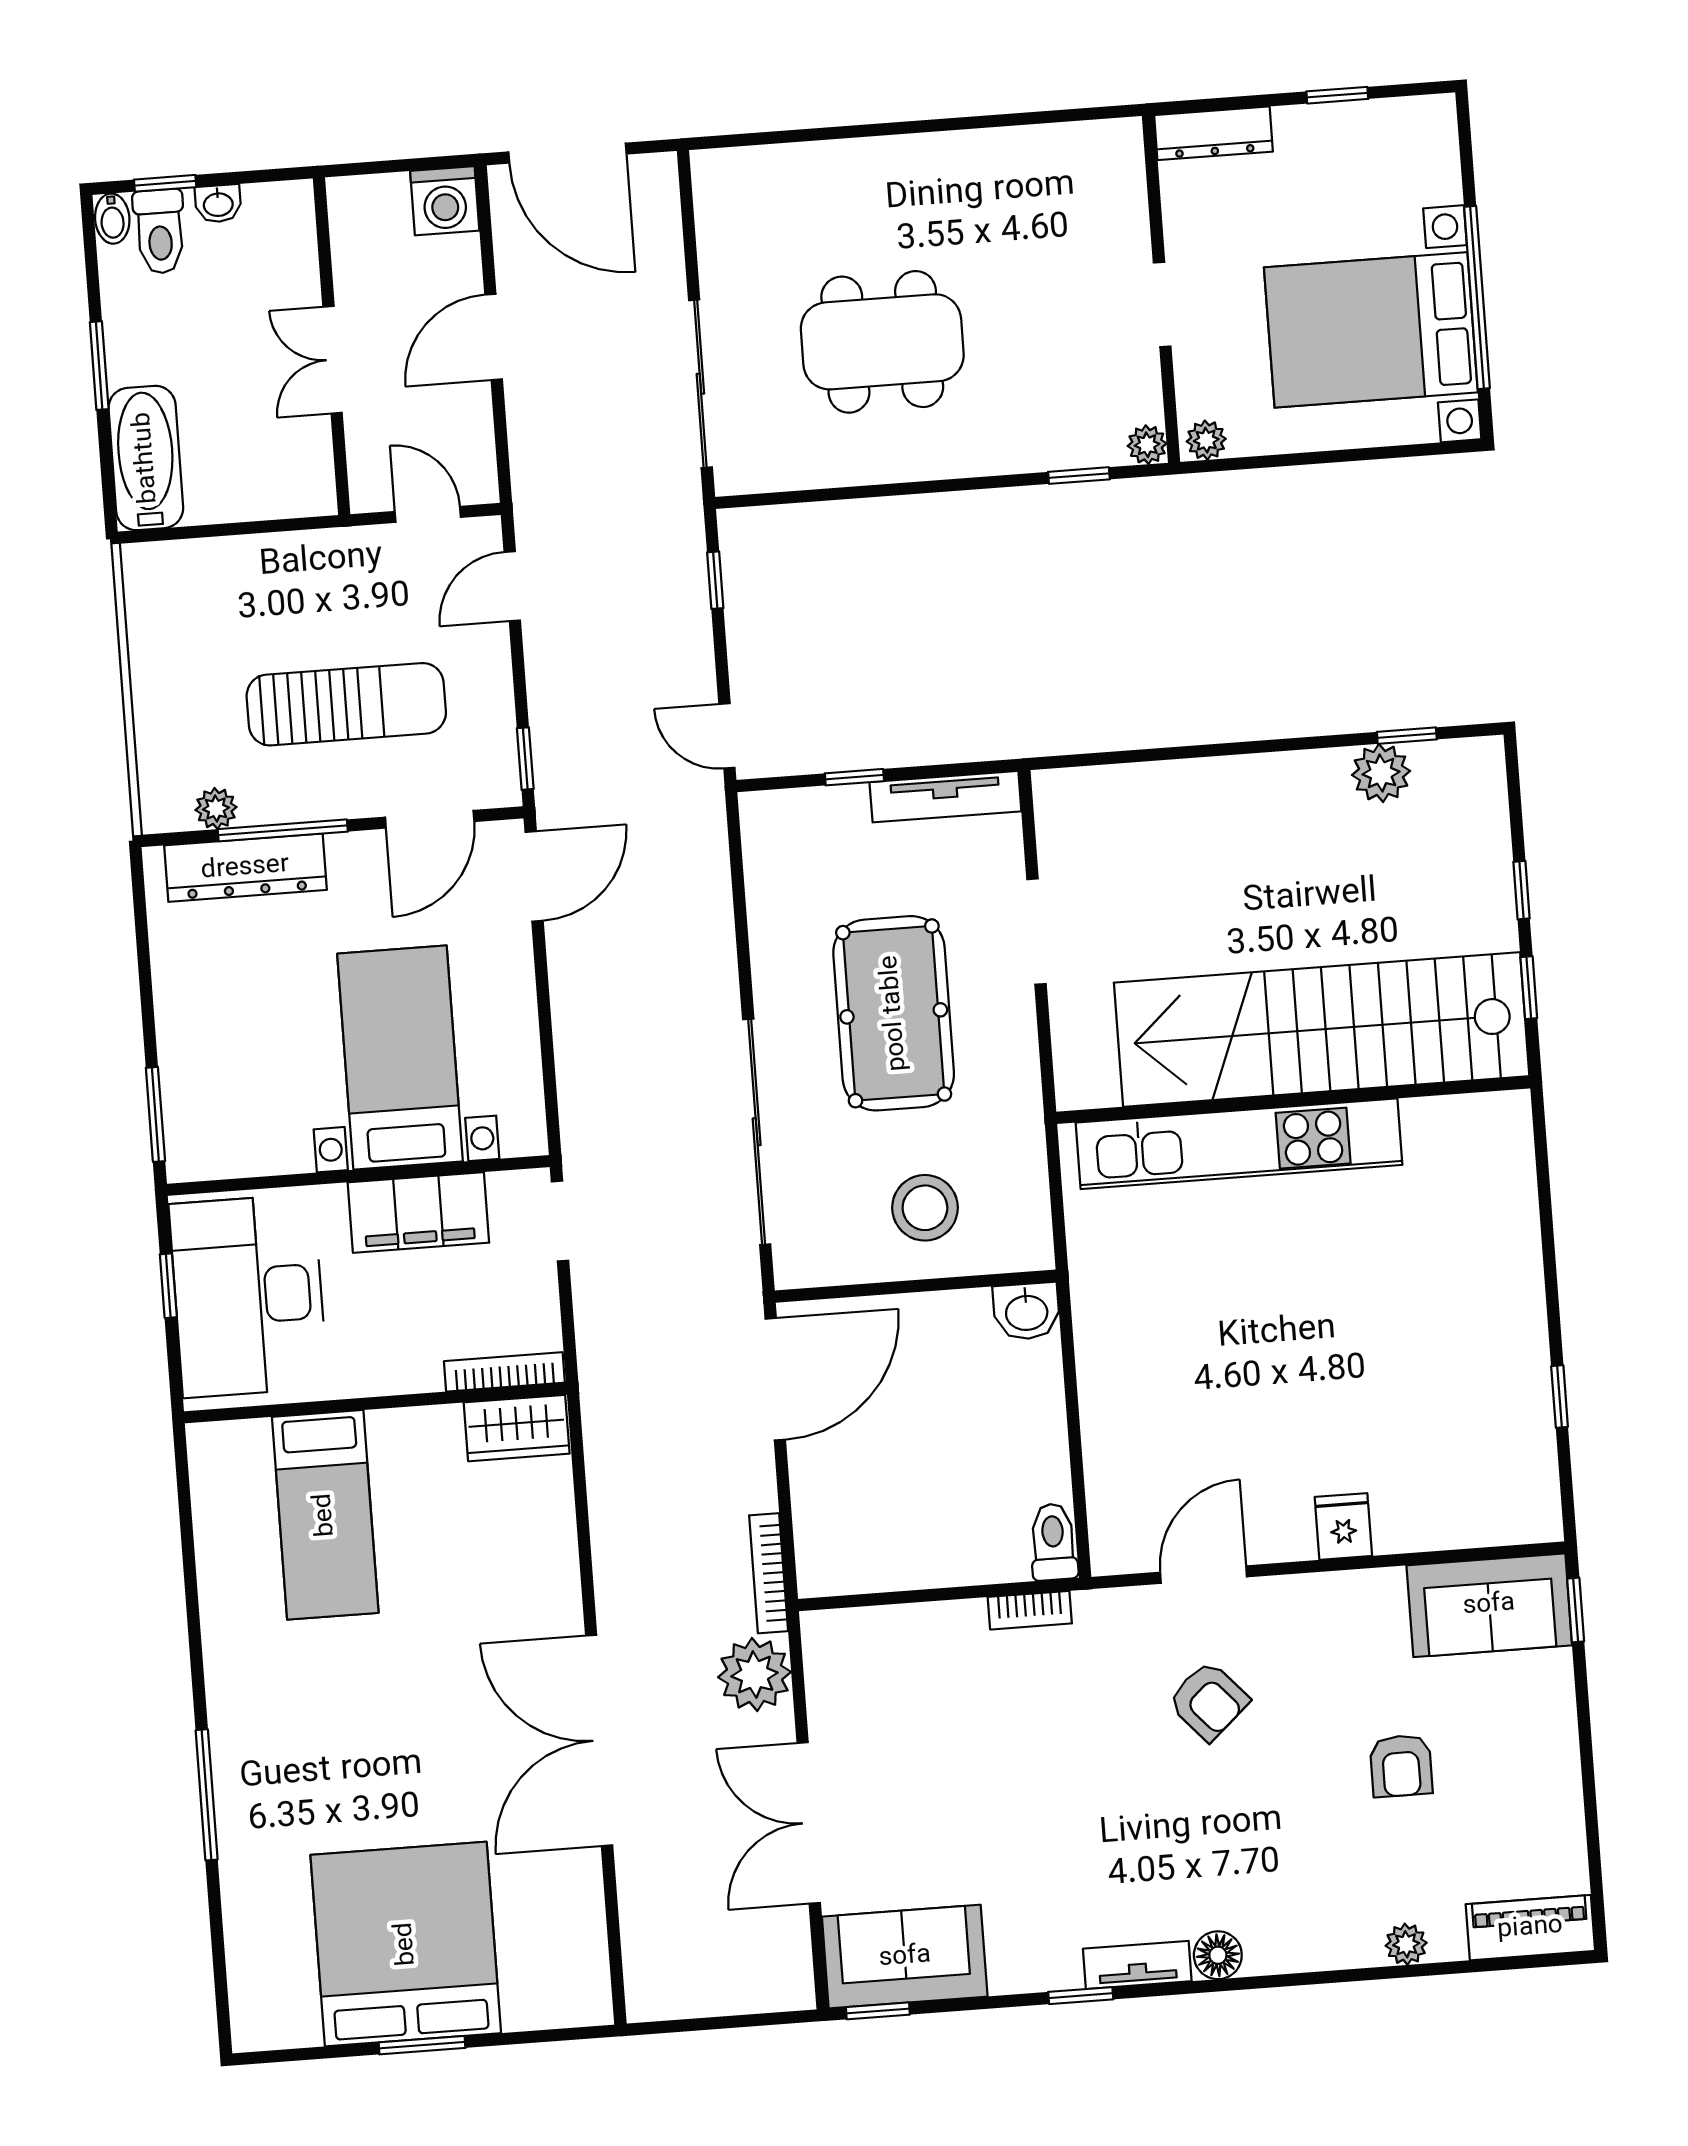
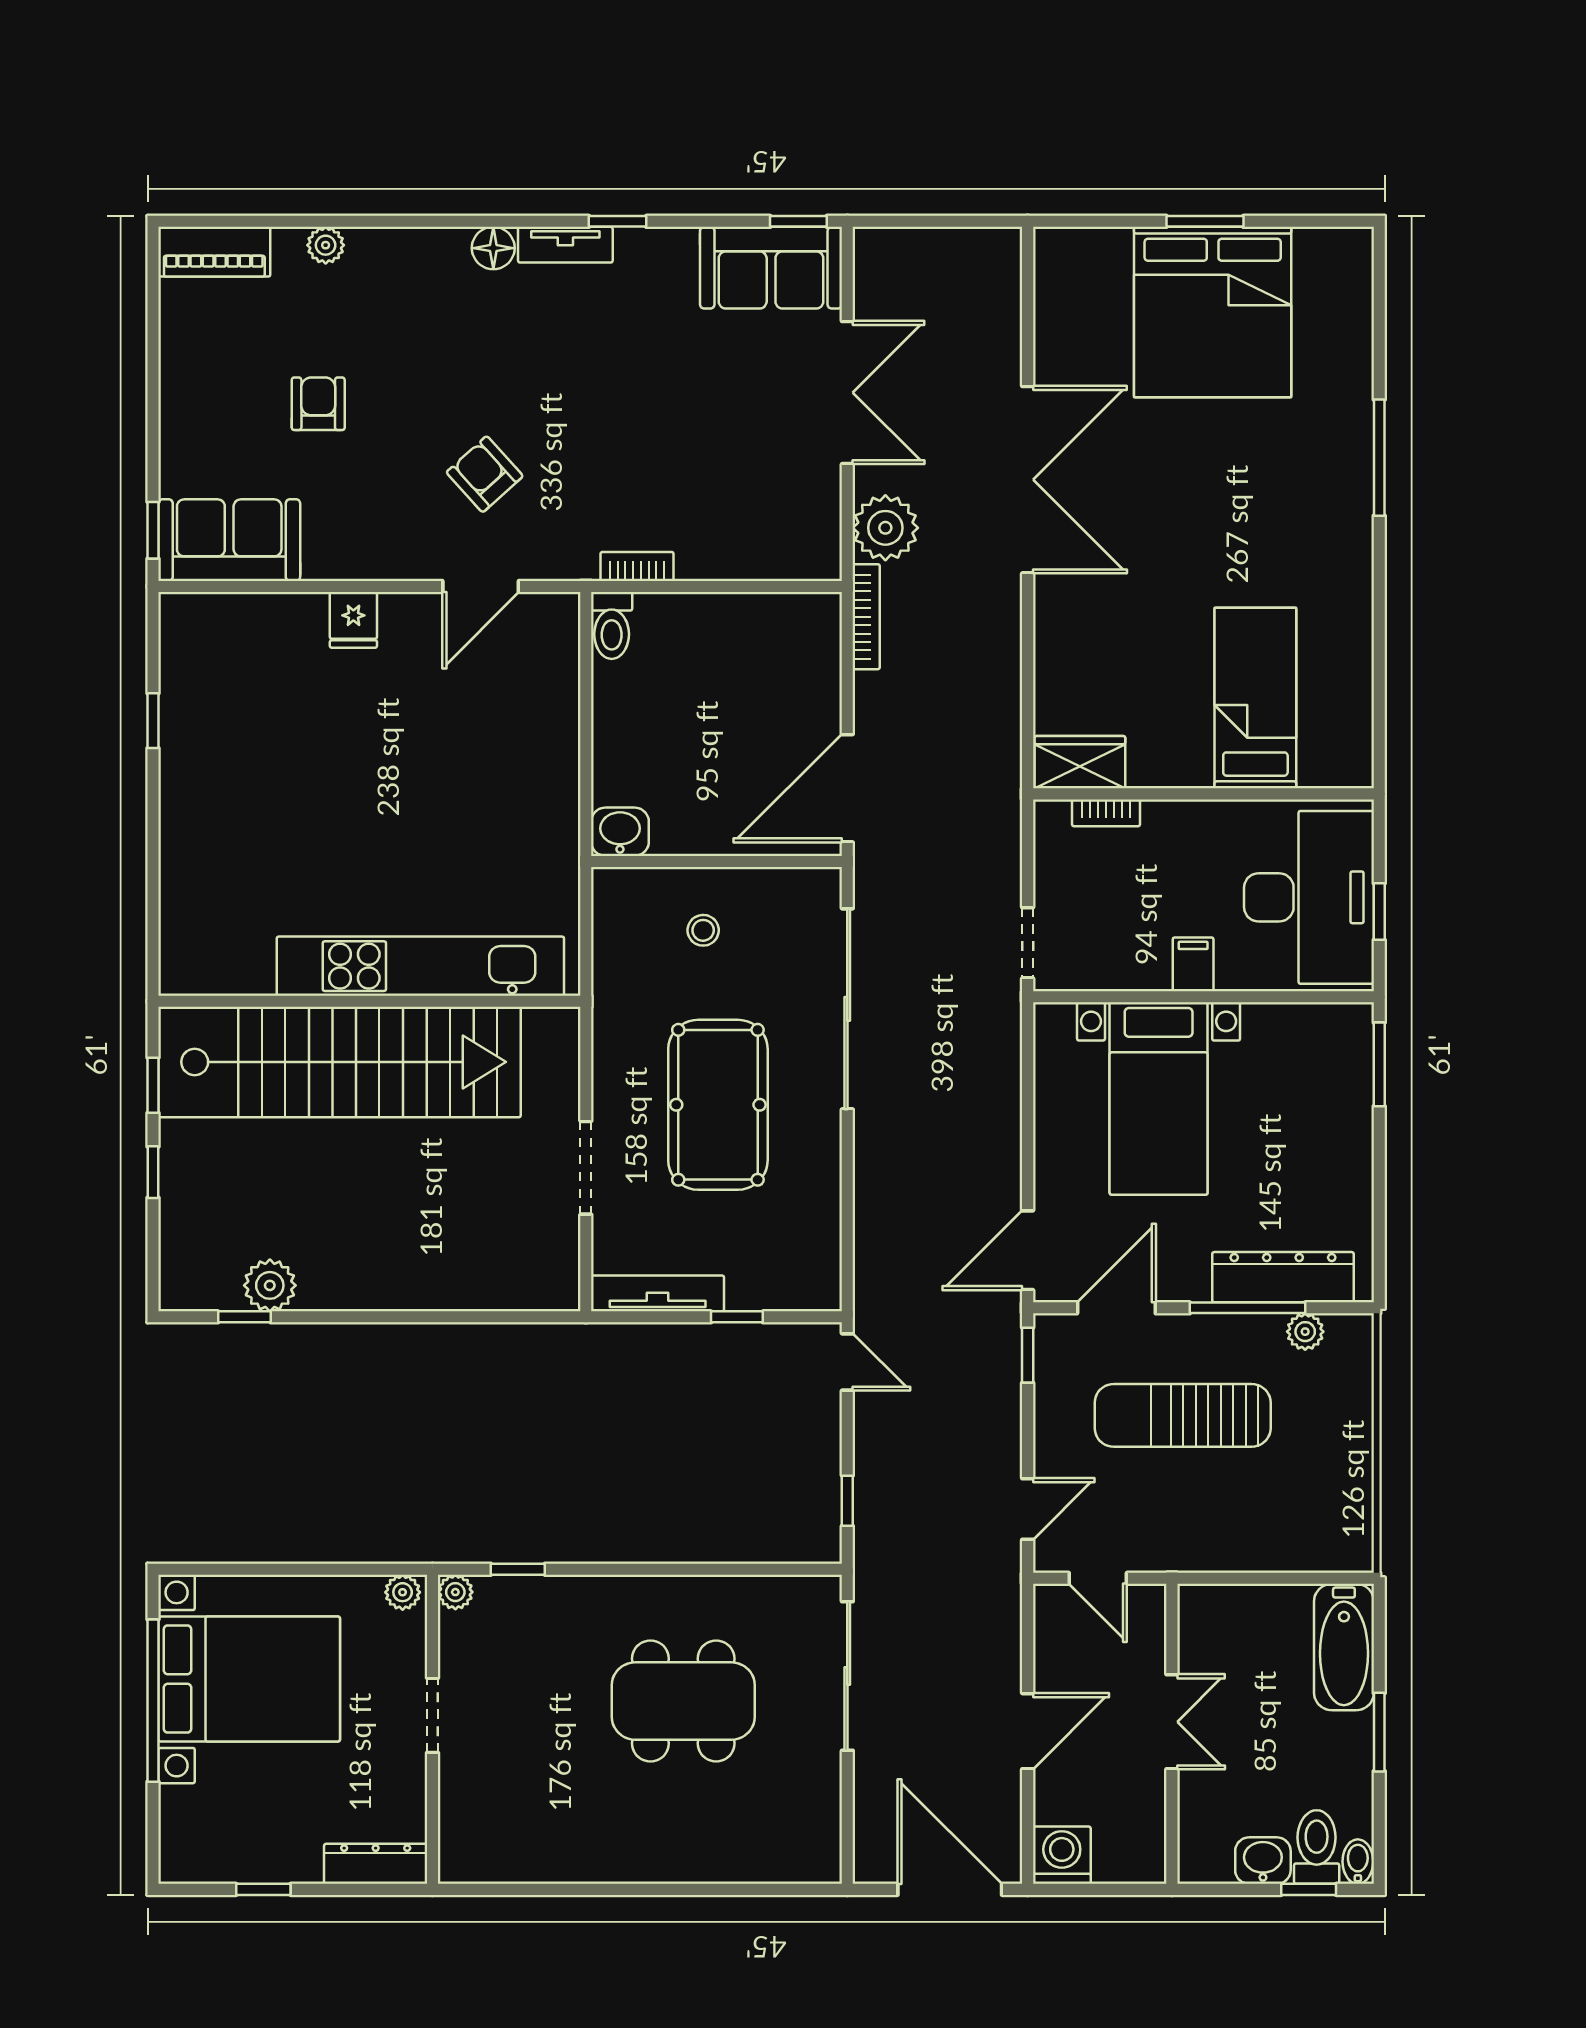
washbasin: (218, 204) -> (1263, 1861), width x1.38, depth x1.45
stool: (925, 1208) -> (703, 930), width x0.53, depth x0.53
filing cabinet: (418, 1213) -> (1193, 964), width x0.33, depth x0.86
bookcase: (504, 1372) -> (1106, 813), width x0.64

